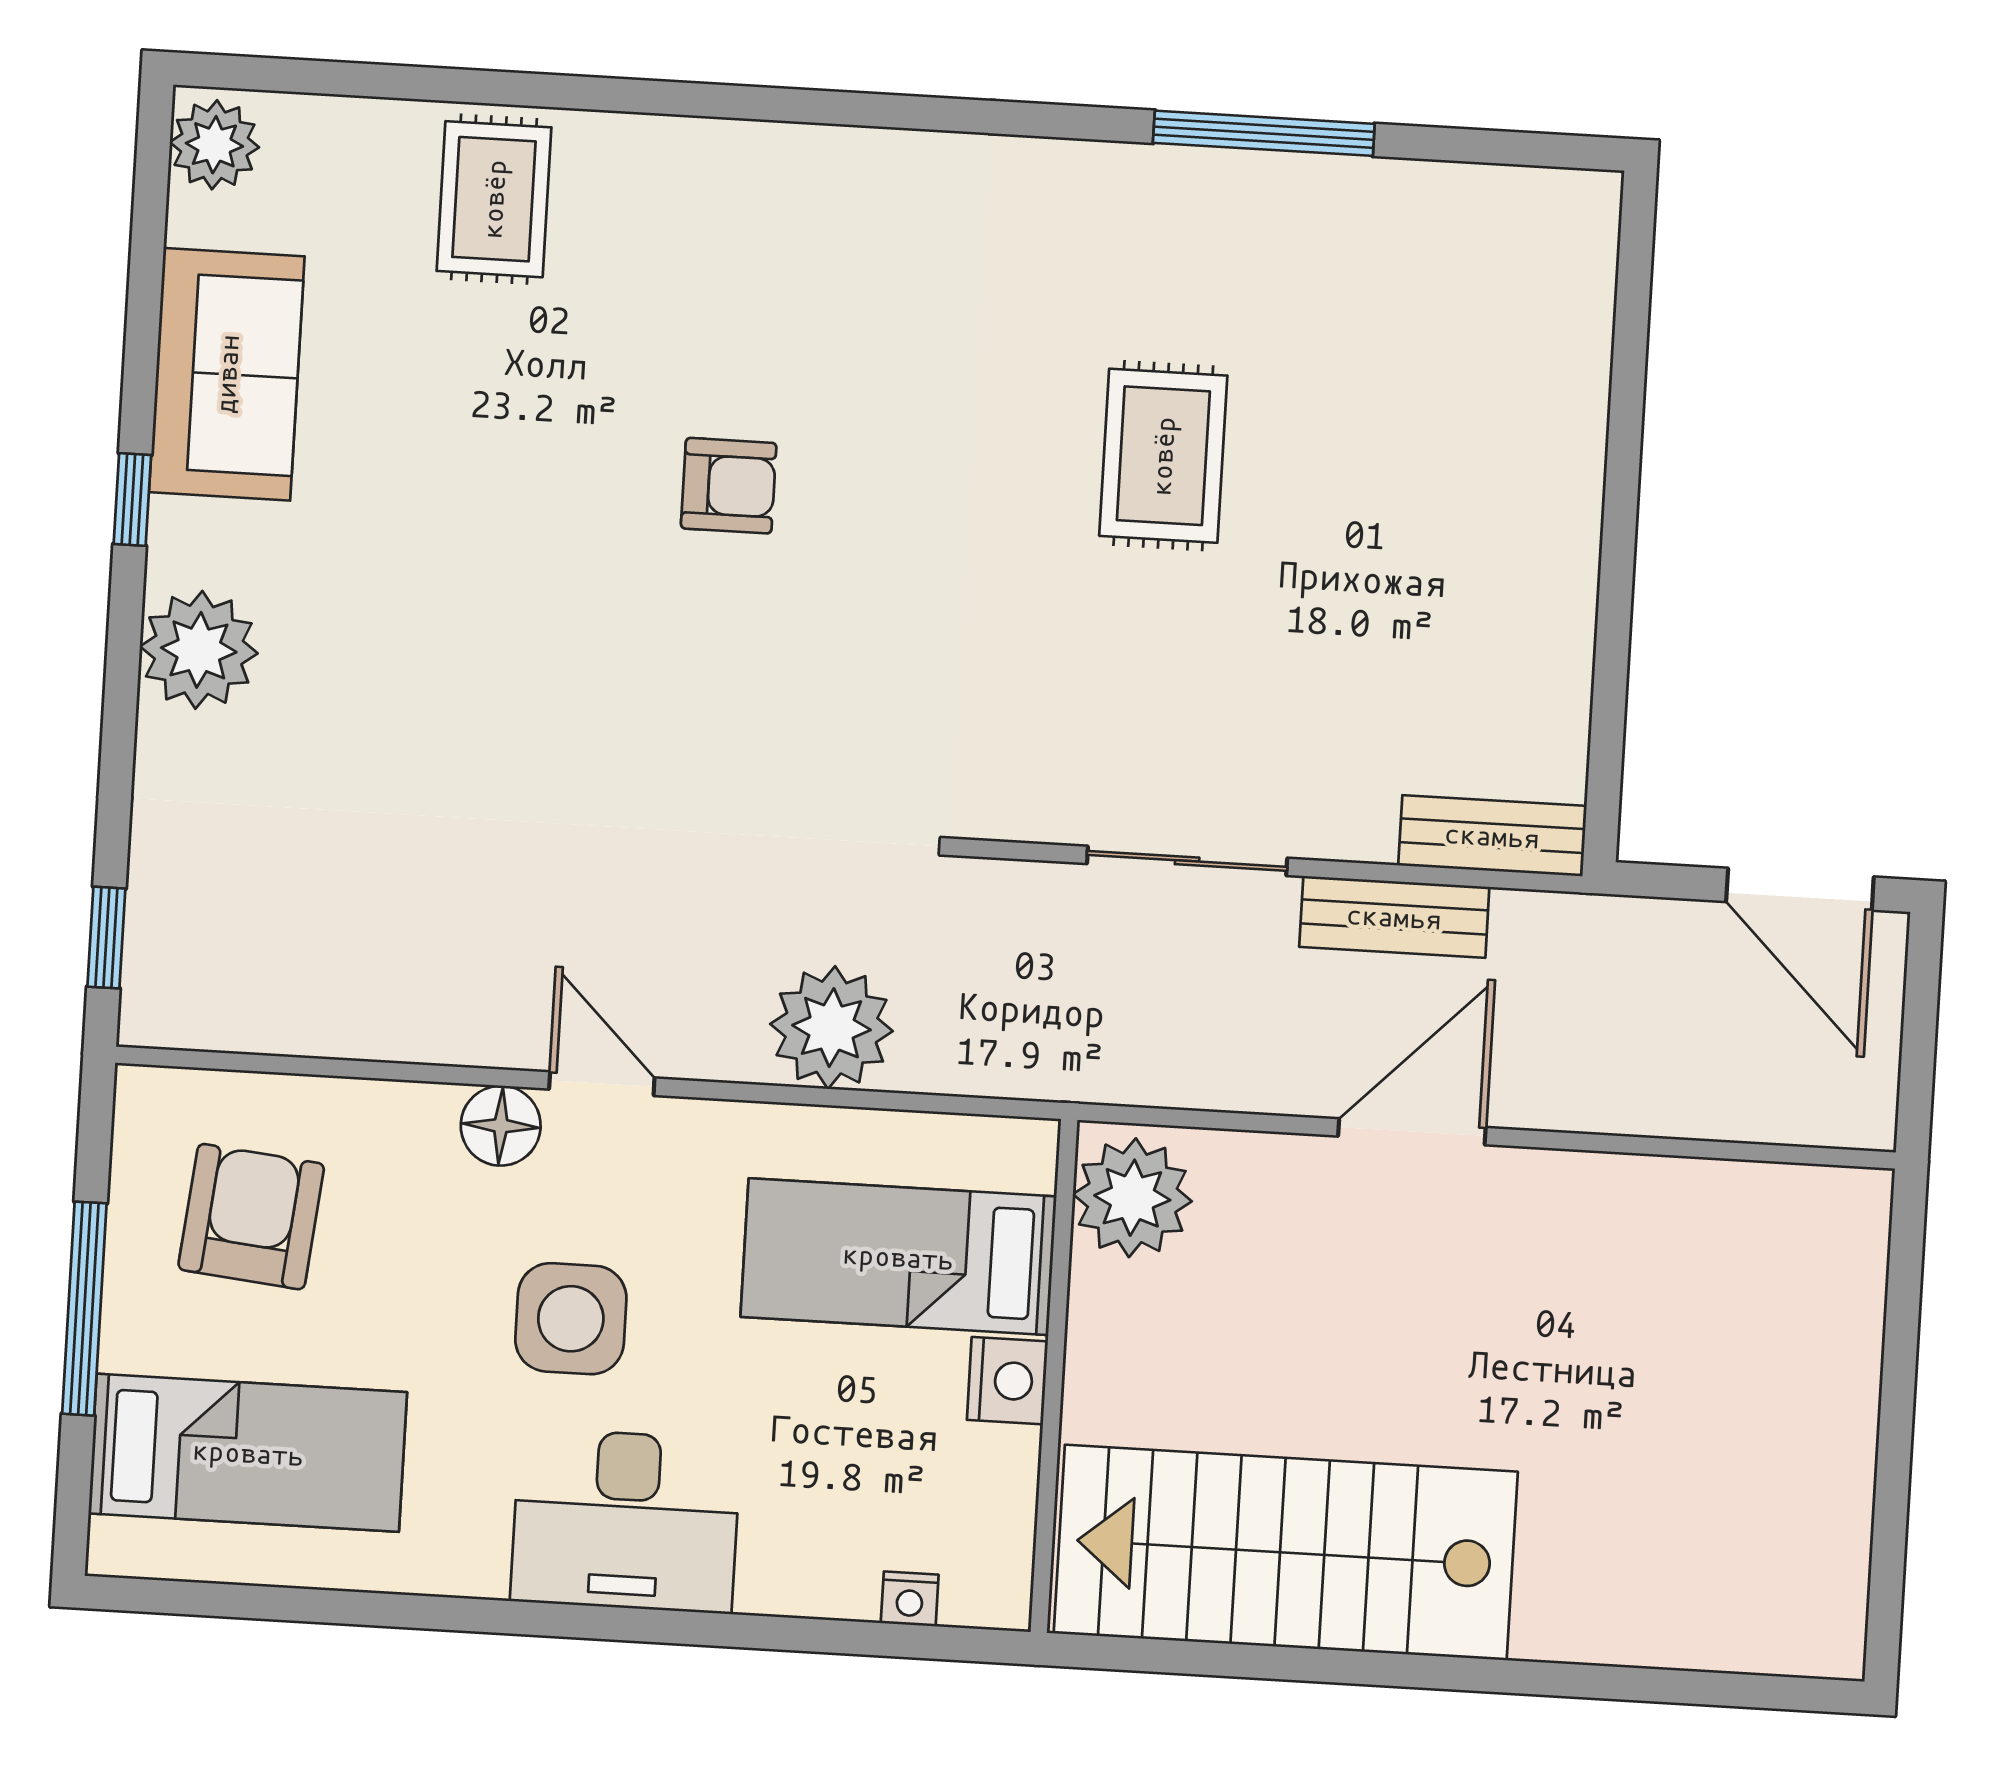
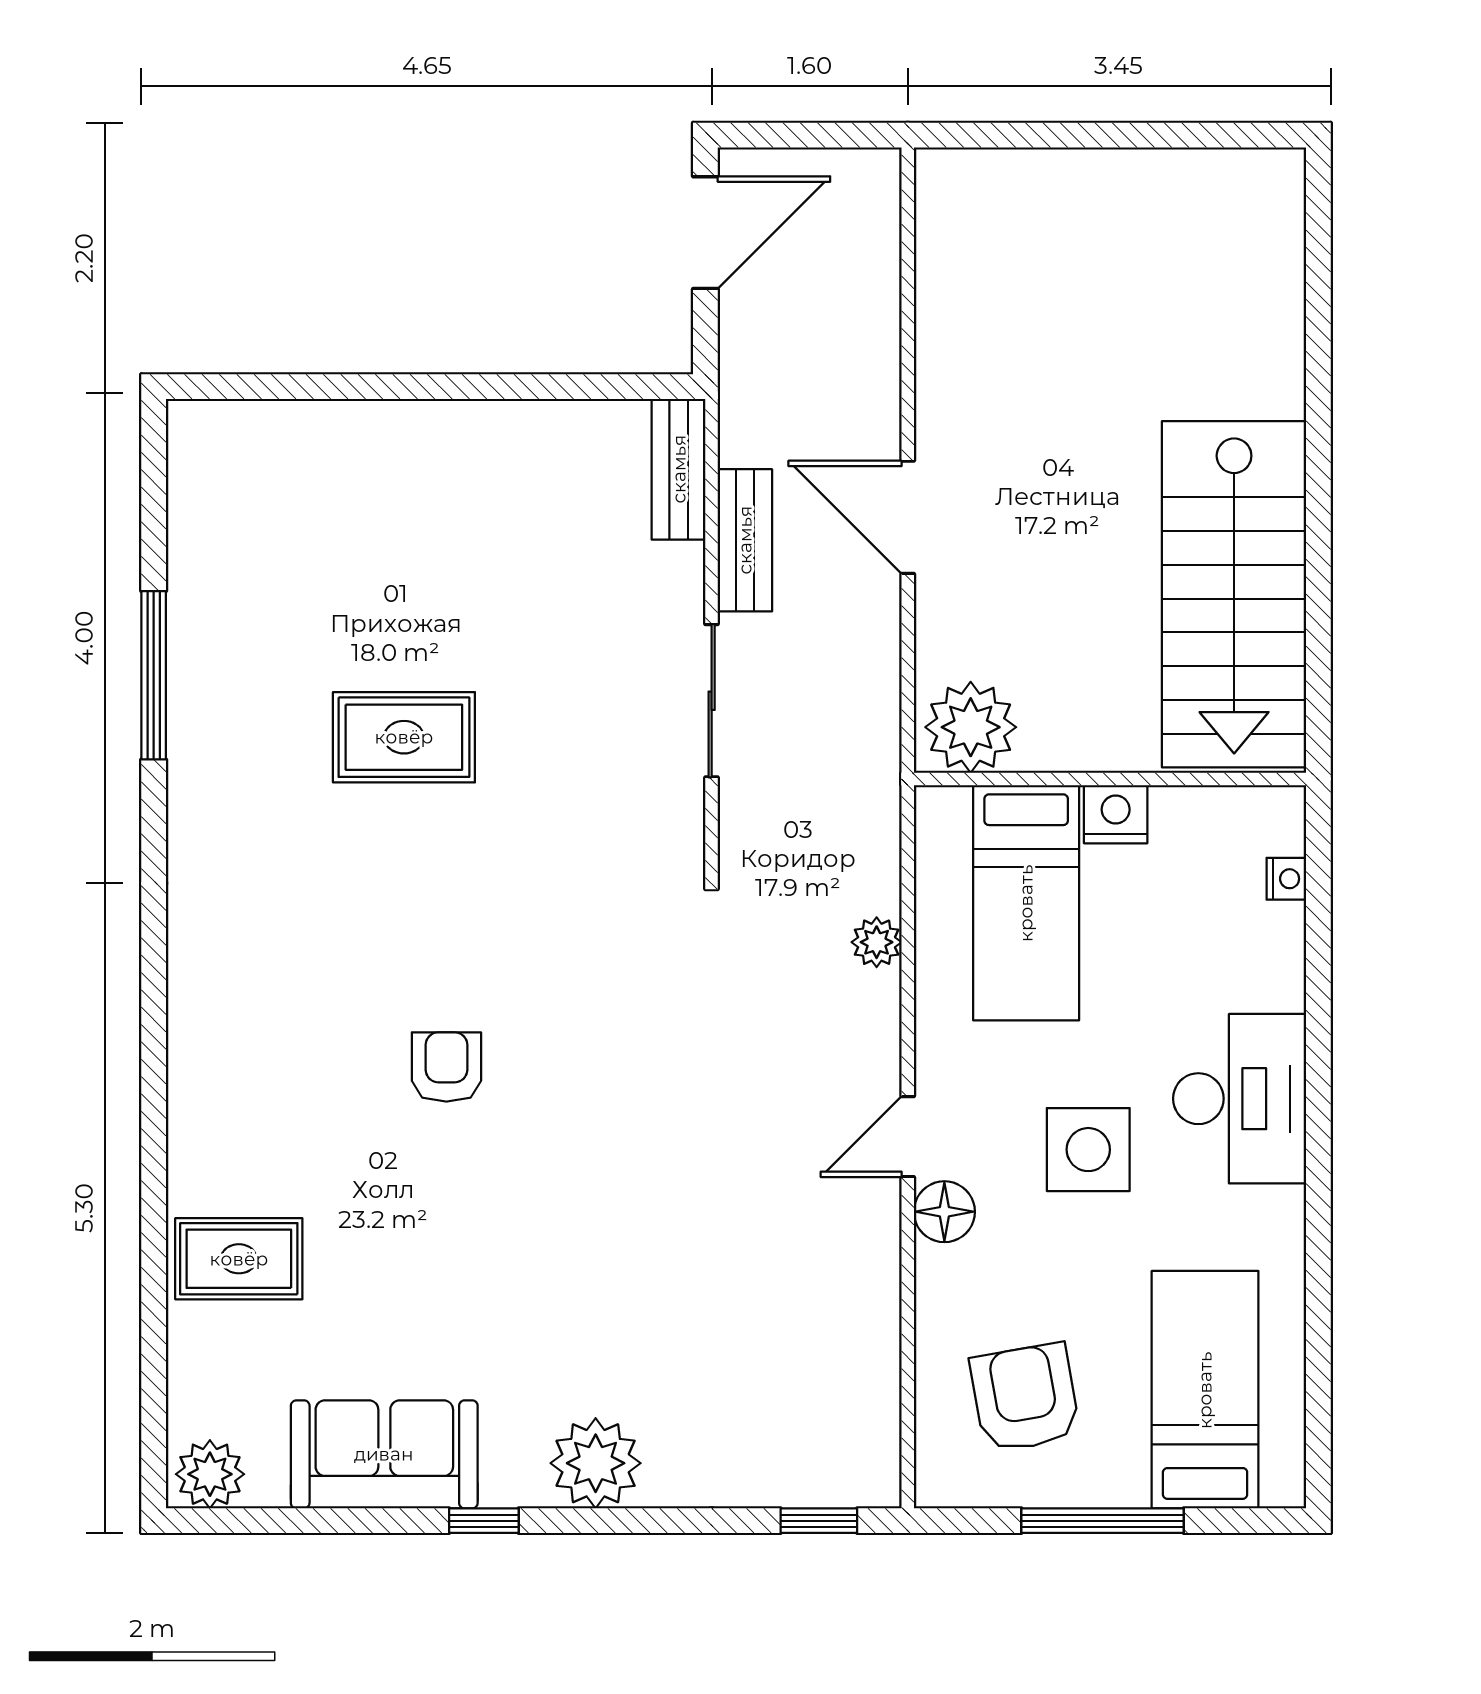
plant: (832, 1028) -> (877, 942), width x0.53, depth x0.53
armchair: (251, 1217) -> (1025, 1398), turned 74

